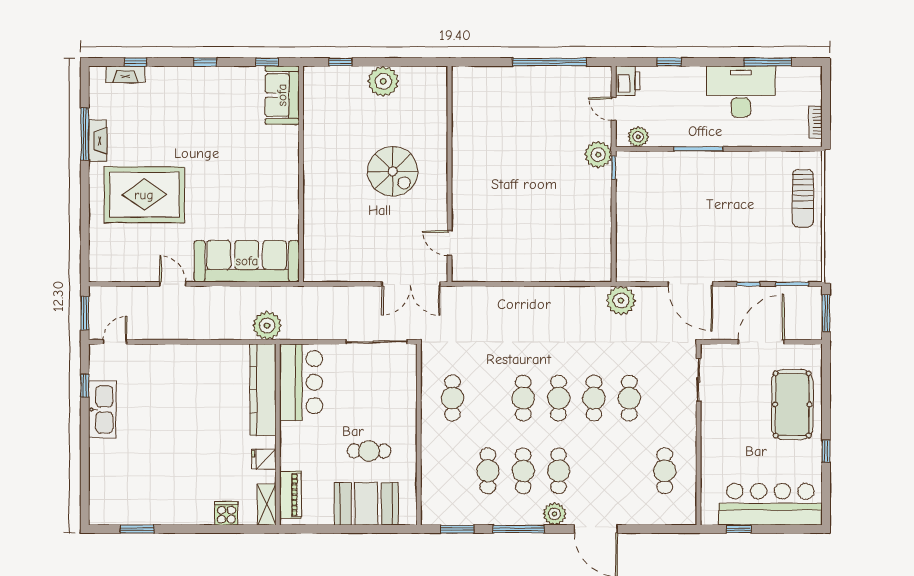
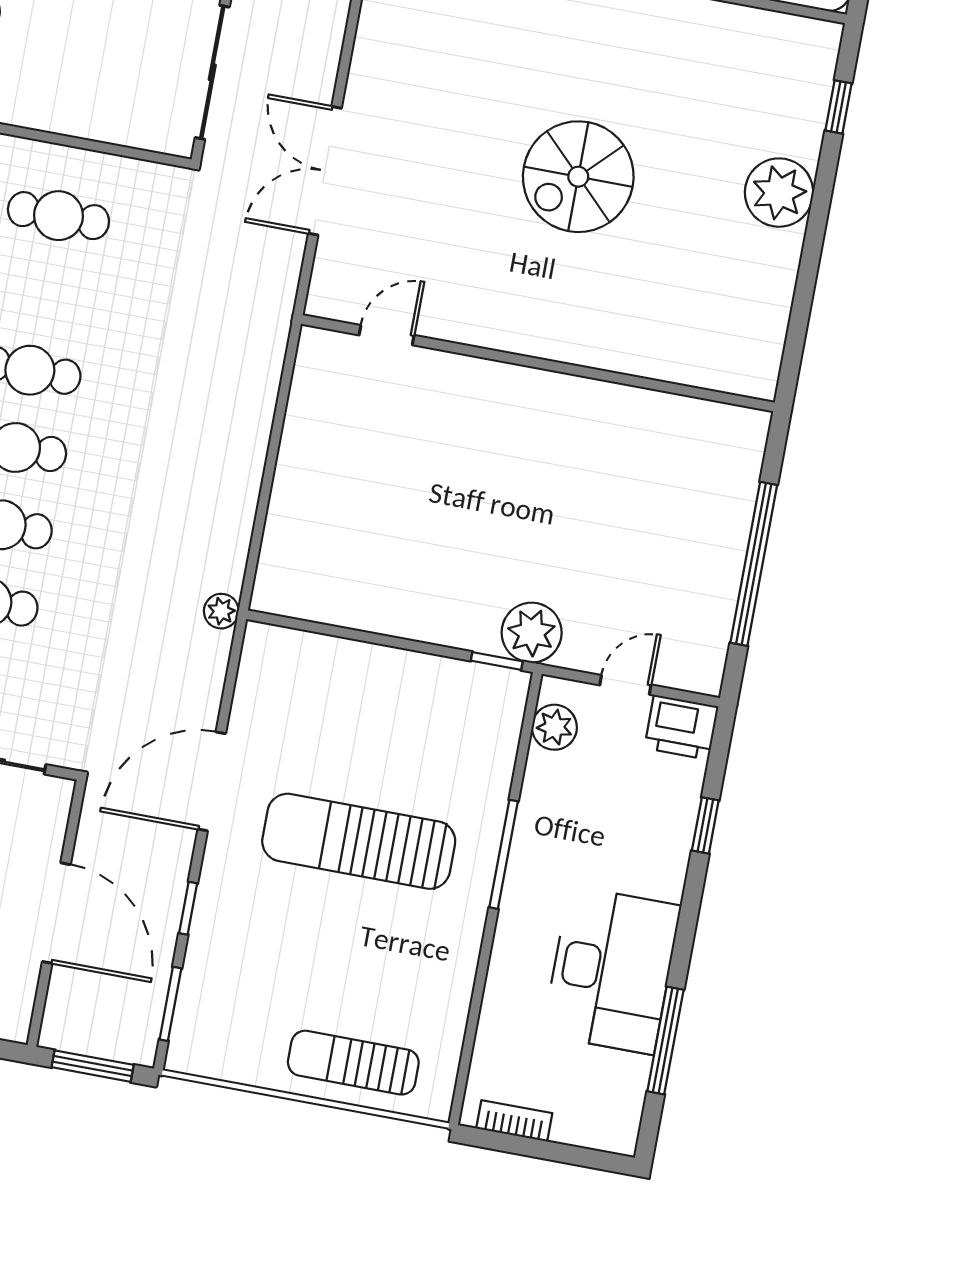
wall: (450, 174) -> (538, 363), moved
sun lounger: (705, 214) -> (359, 841), added
door: (450, 243) -> (387, 335), moved
plant: (621, 300) -> (221, 611), width x0.53, depth x0.53

